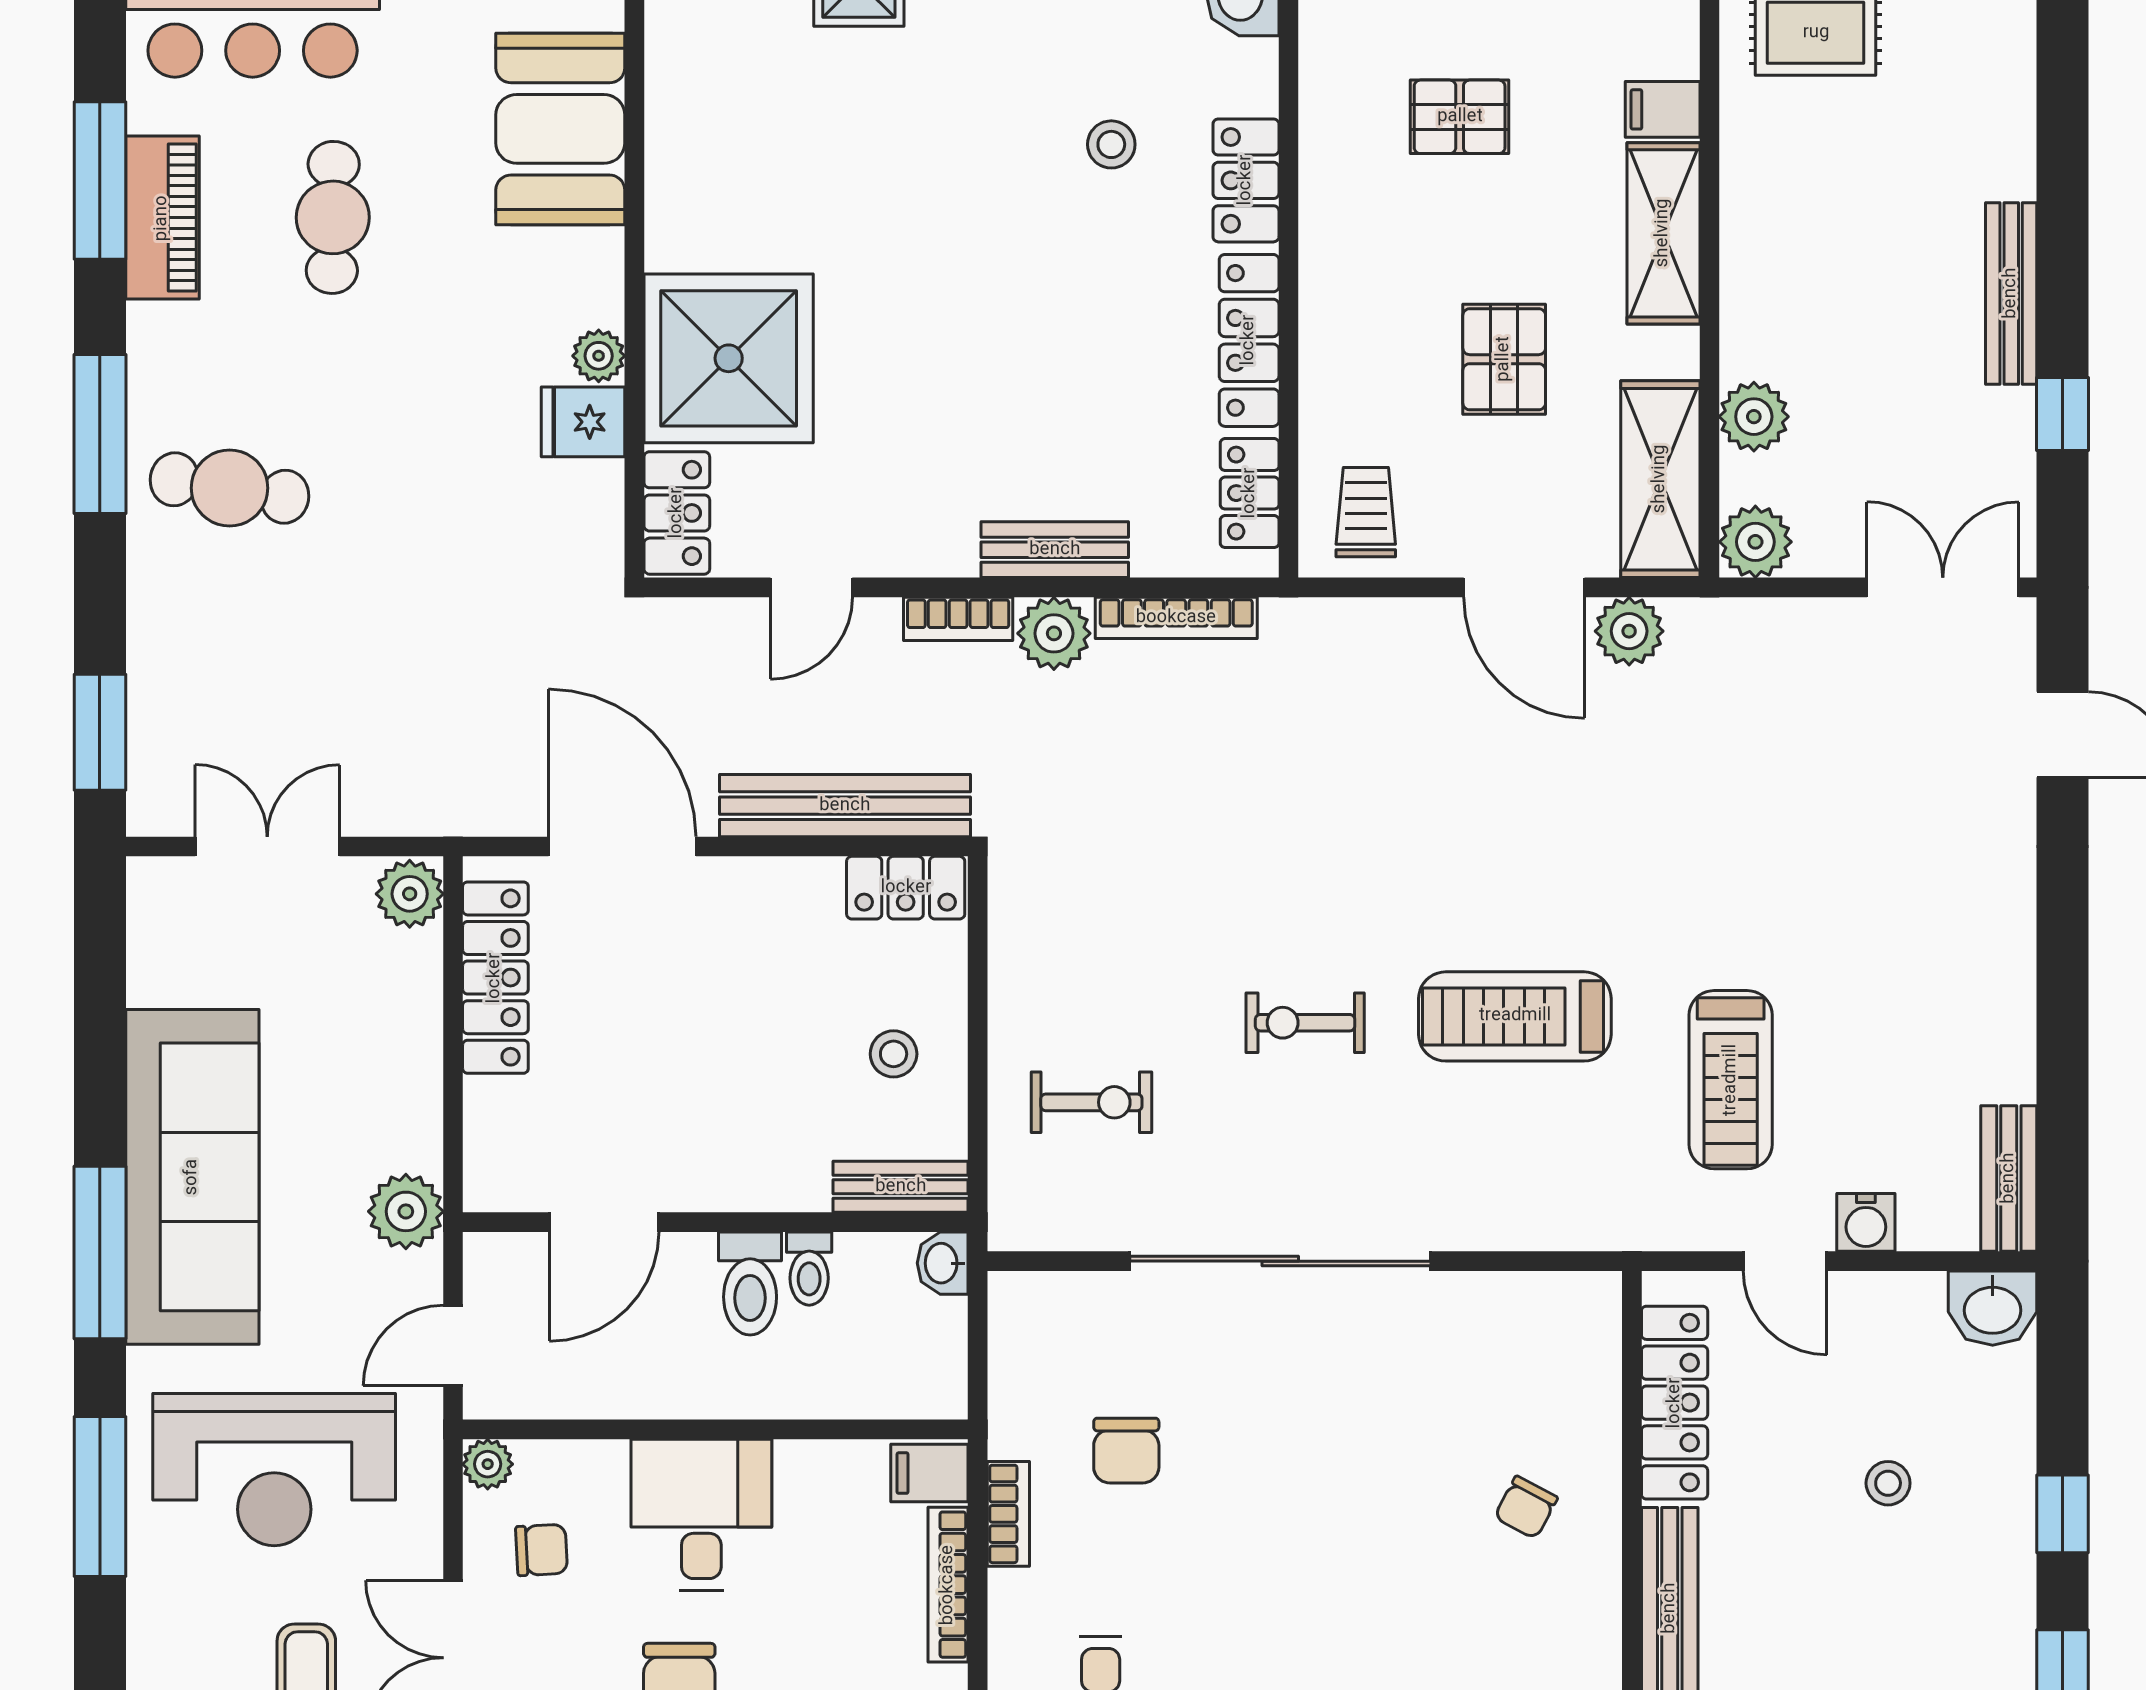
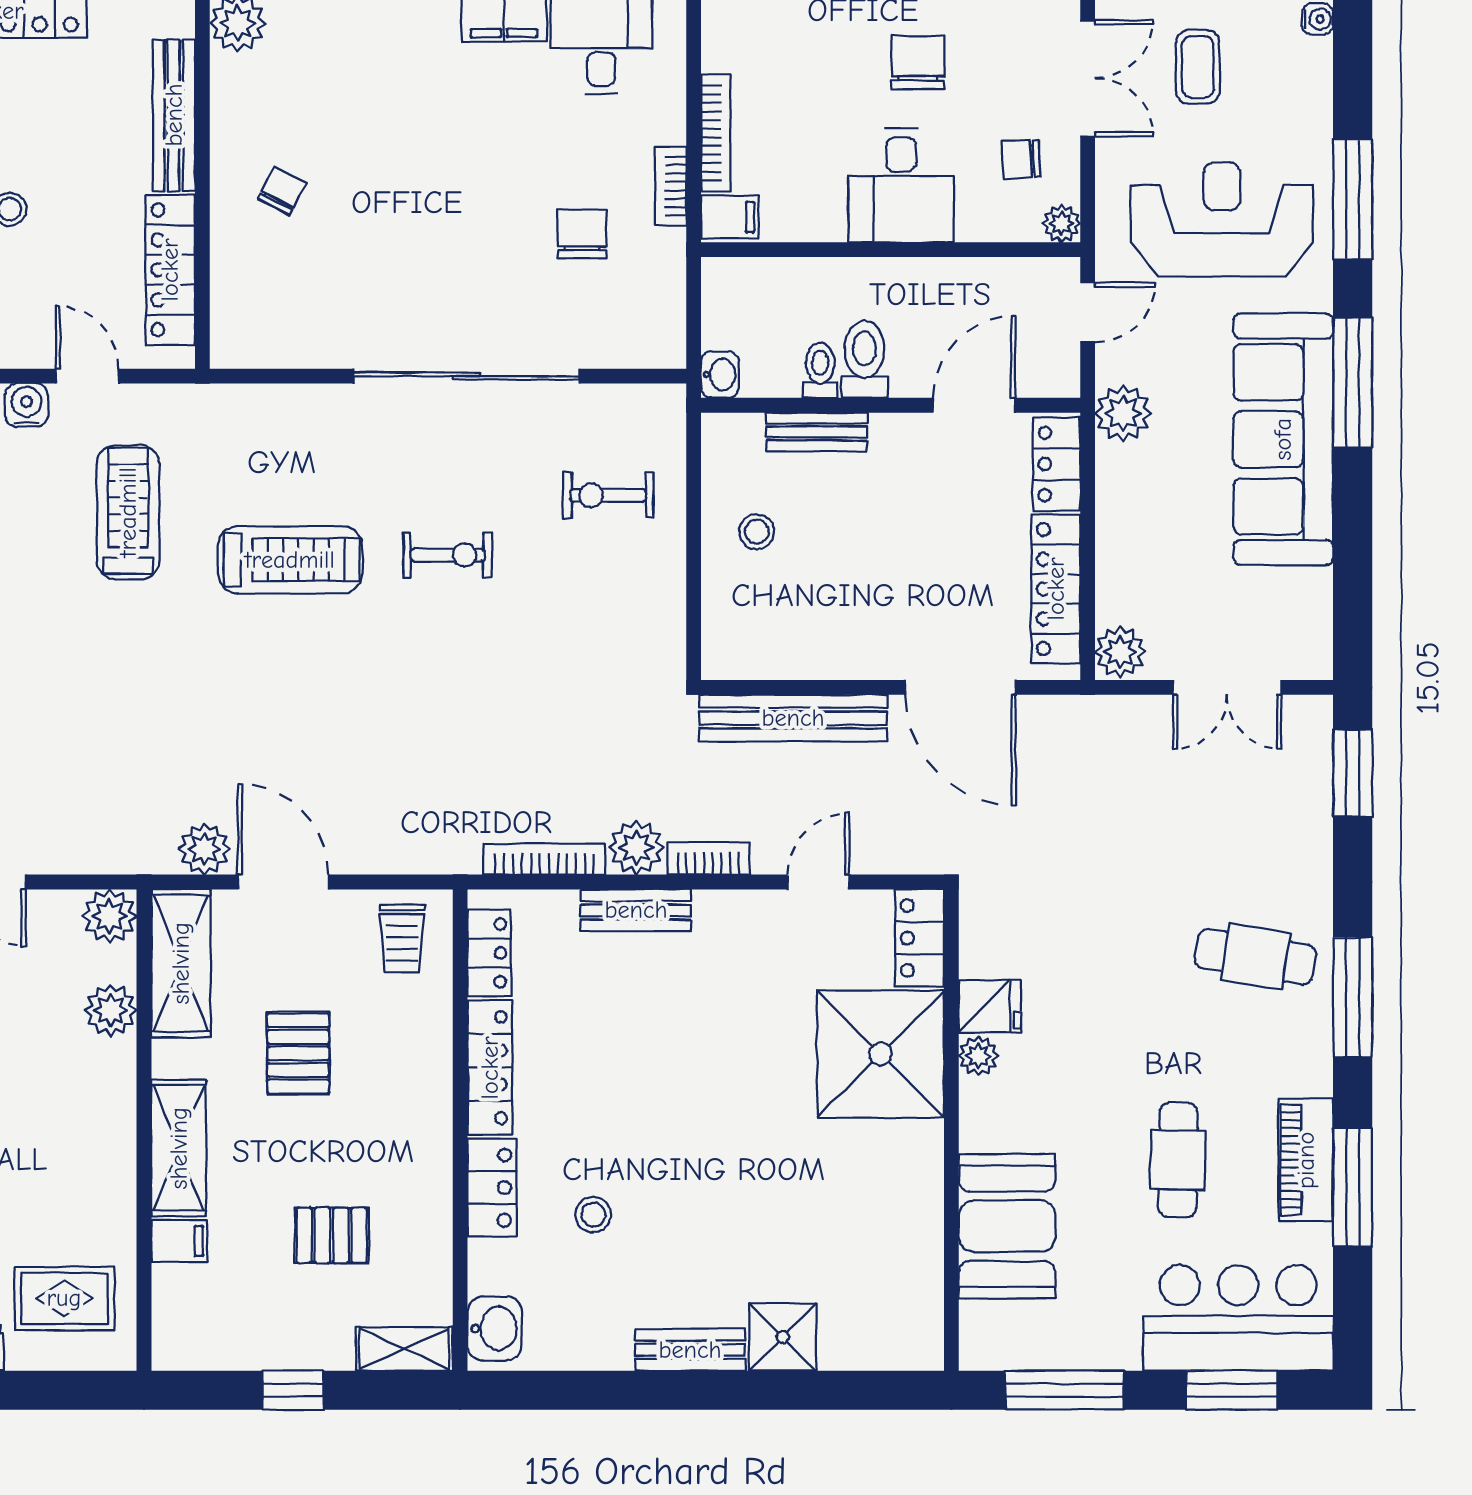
locker: (906, 888) -> (1057, 464), moved, turned -90
bench: (901, 1187) -> (817, 432), moved

